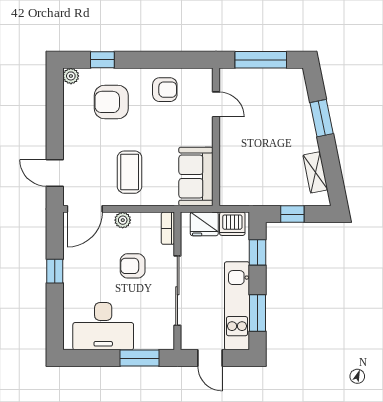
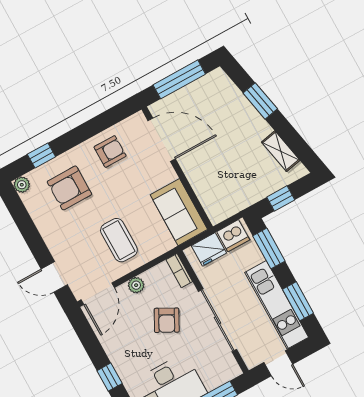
door: (216, 104) -> (162, 140), width x1.88
window: (258, 252) -> (269, 248), width x1.50
armchair: (133, 266) -> (167, 320), turned -62
window: (55, 271) -> (110, 377), moved

